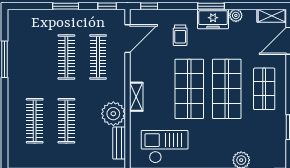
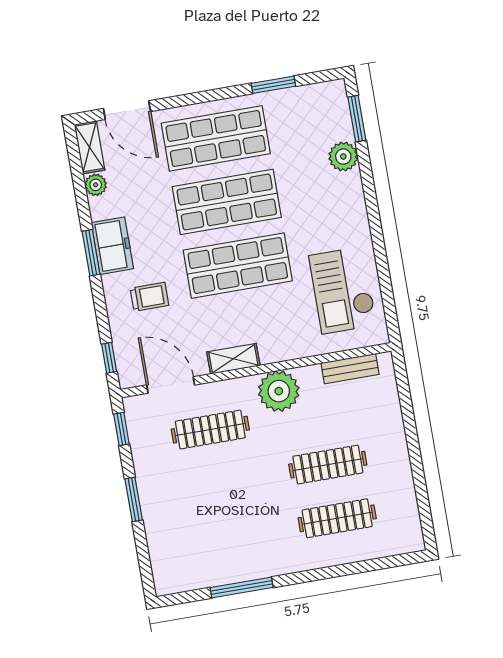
plant: (236, 15) -> (96, 185), moved
clothes rail: (66, 57) -> (220, 483), removed
shop shelf: (264, 89) -> (216, 138), width x1.43, depth x1.36
shelving: (136, 97) -> (233, 359), moved
plant: (113, 114) -> (279, 391), moved

